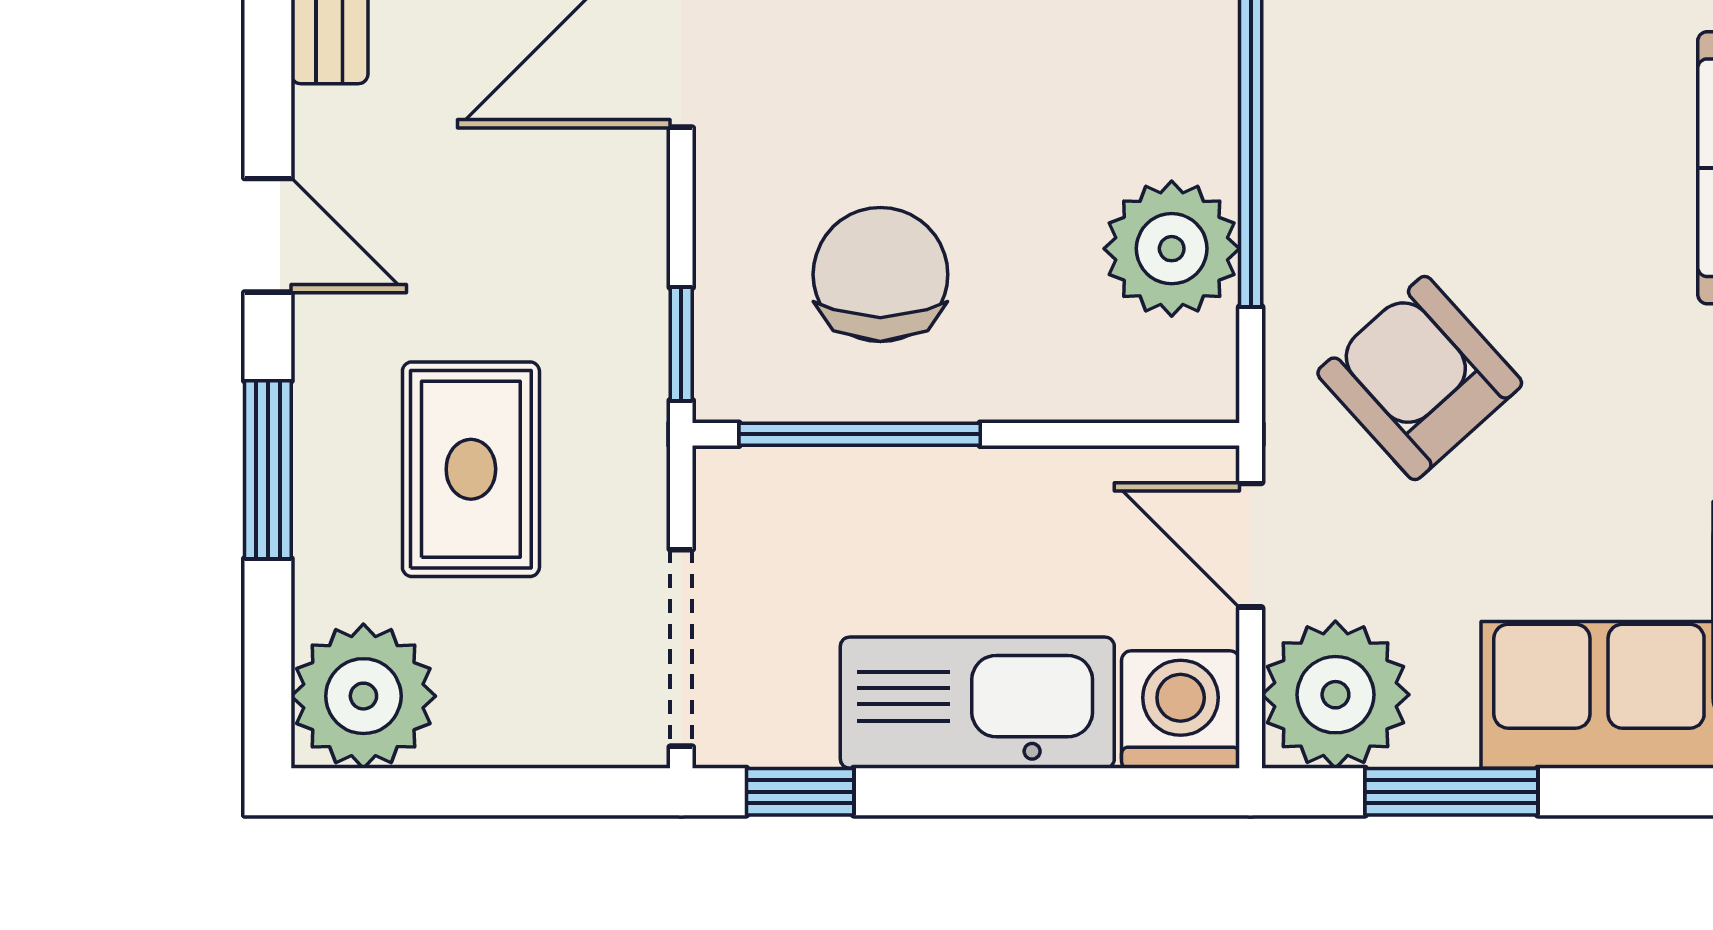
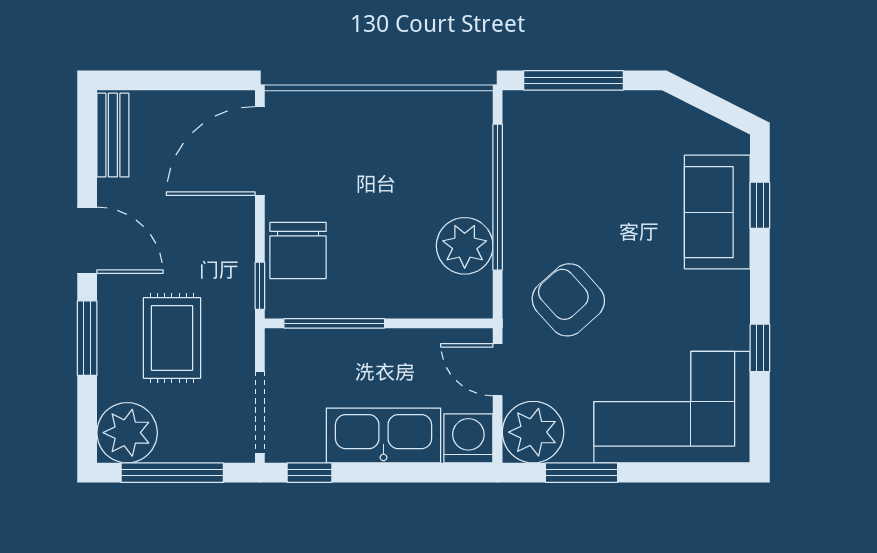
door: (268, 235) -> (87, 240), width x1.38
chair: (880, 274) -> (298, 251), moved, turned 180
window: (472, 792) -> (172, 473), added

